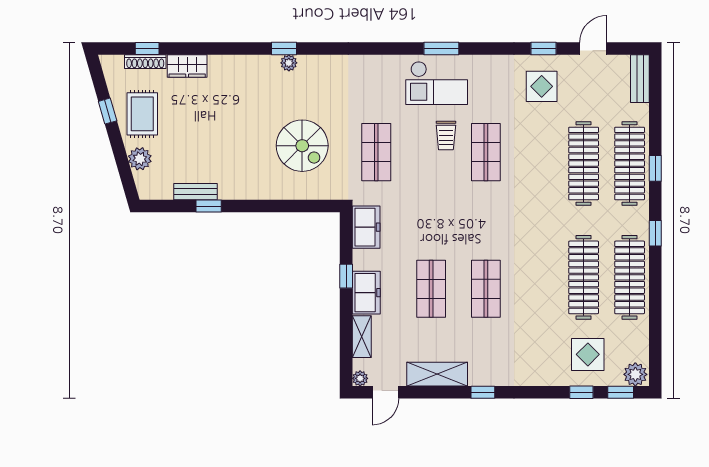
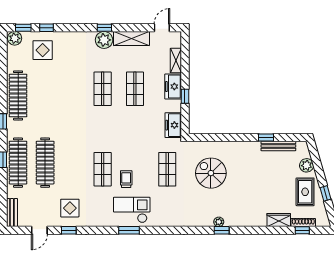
bench: (196, 192) -> (278, 146), width x1.36
clothes rail: (584, 277) -> (45, 95), removed
plant: (360, 378) -> (104, 40), moved, width x1.88, depth x1.88

